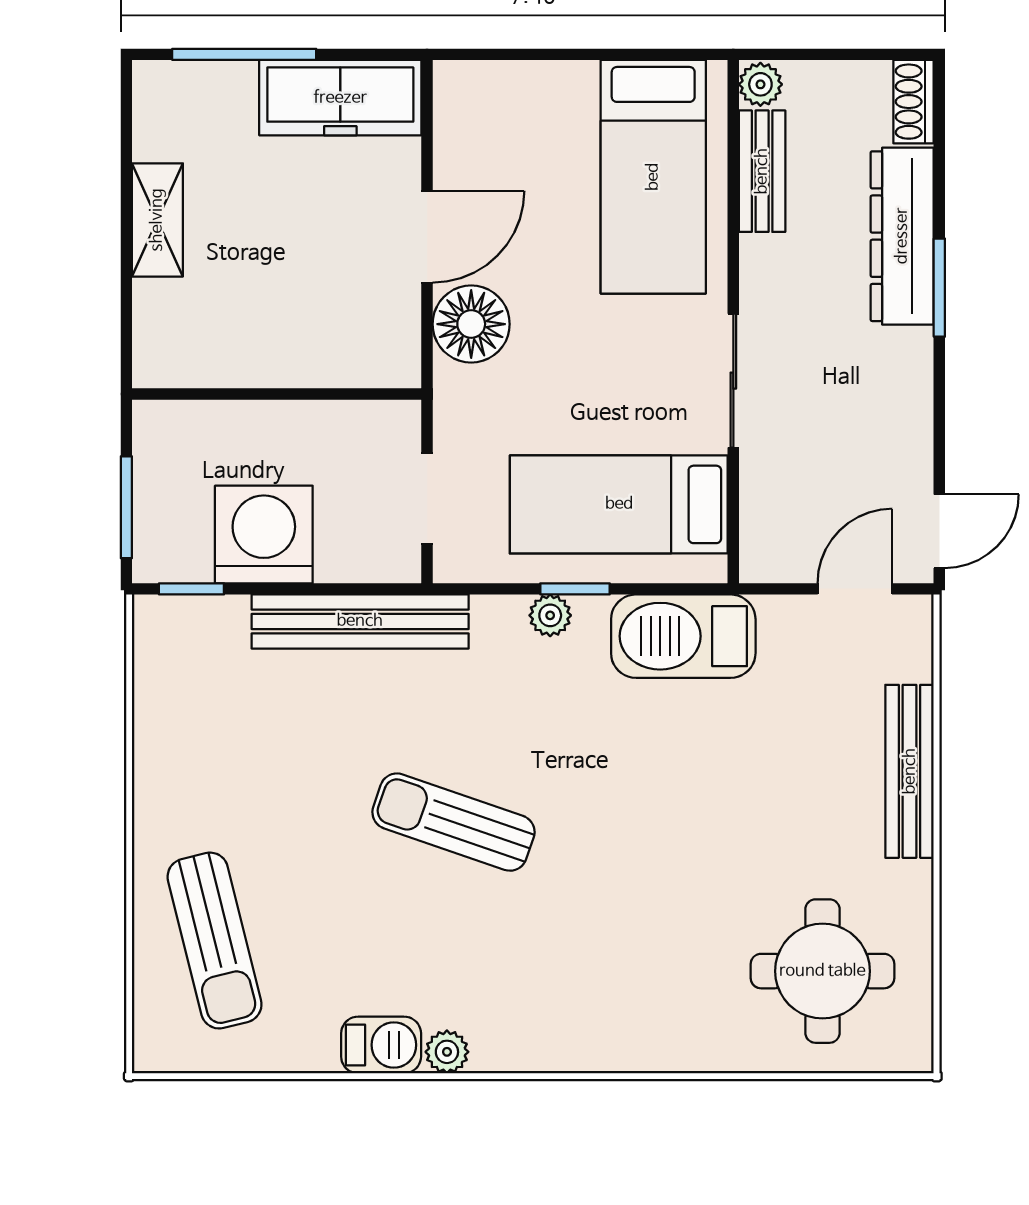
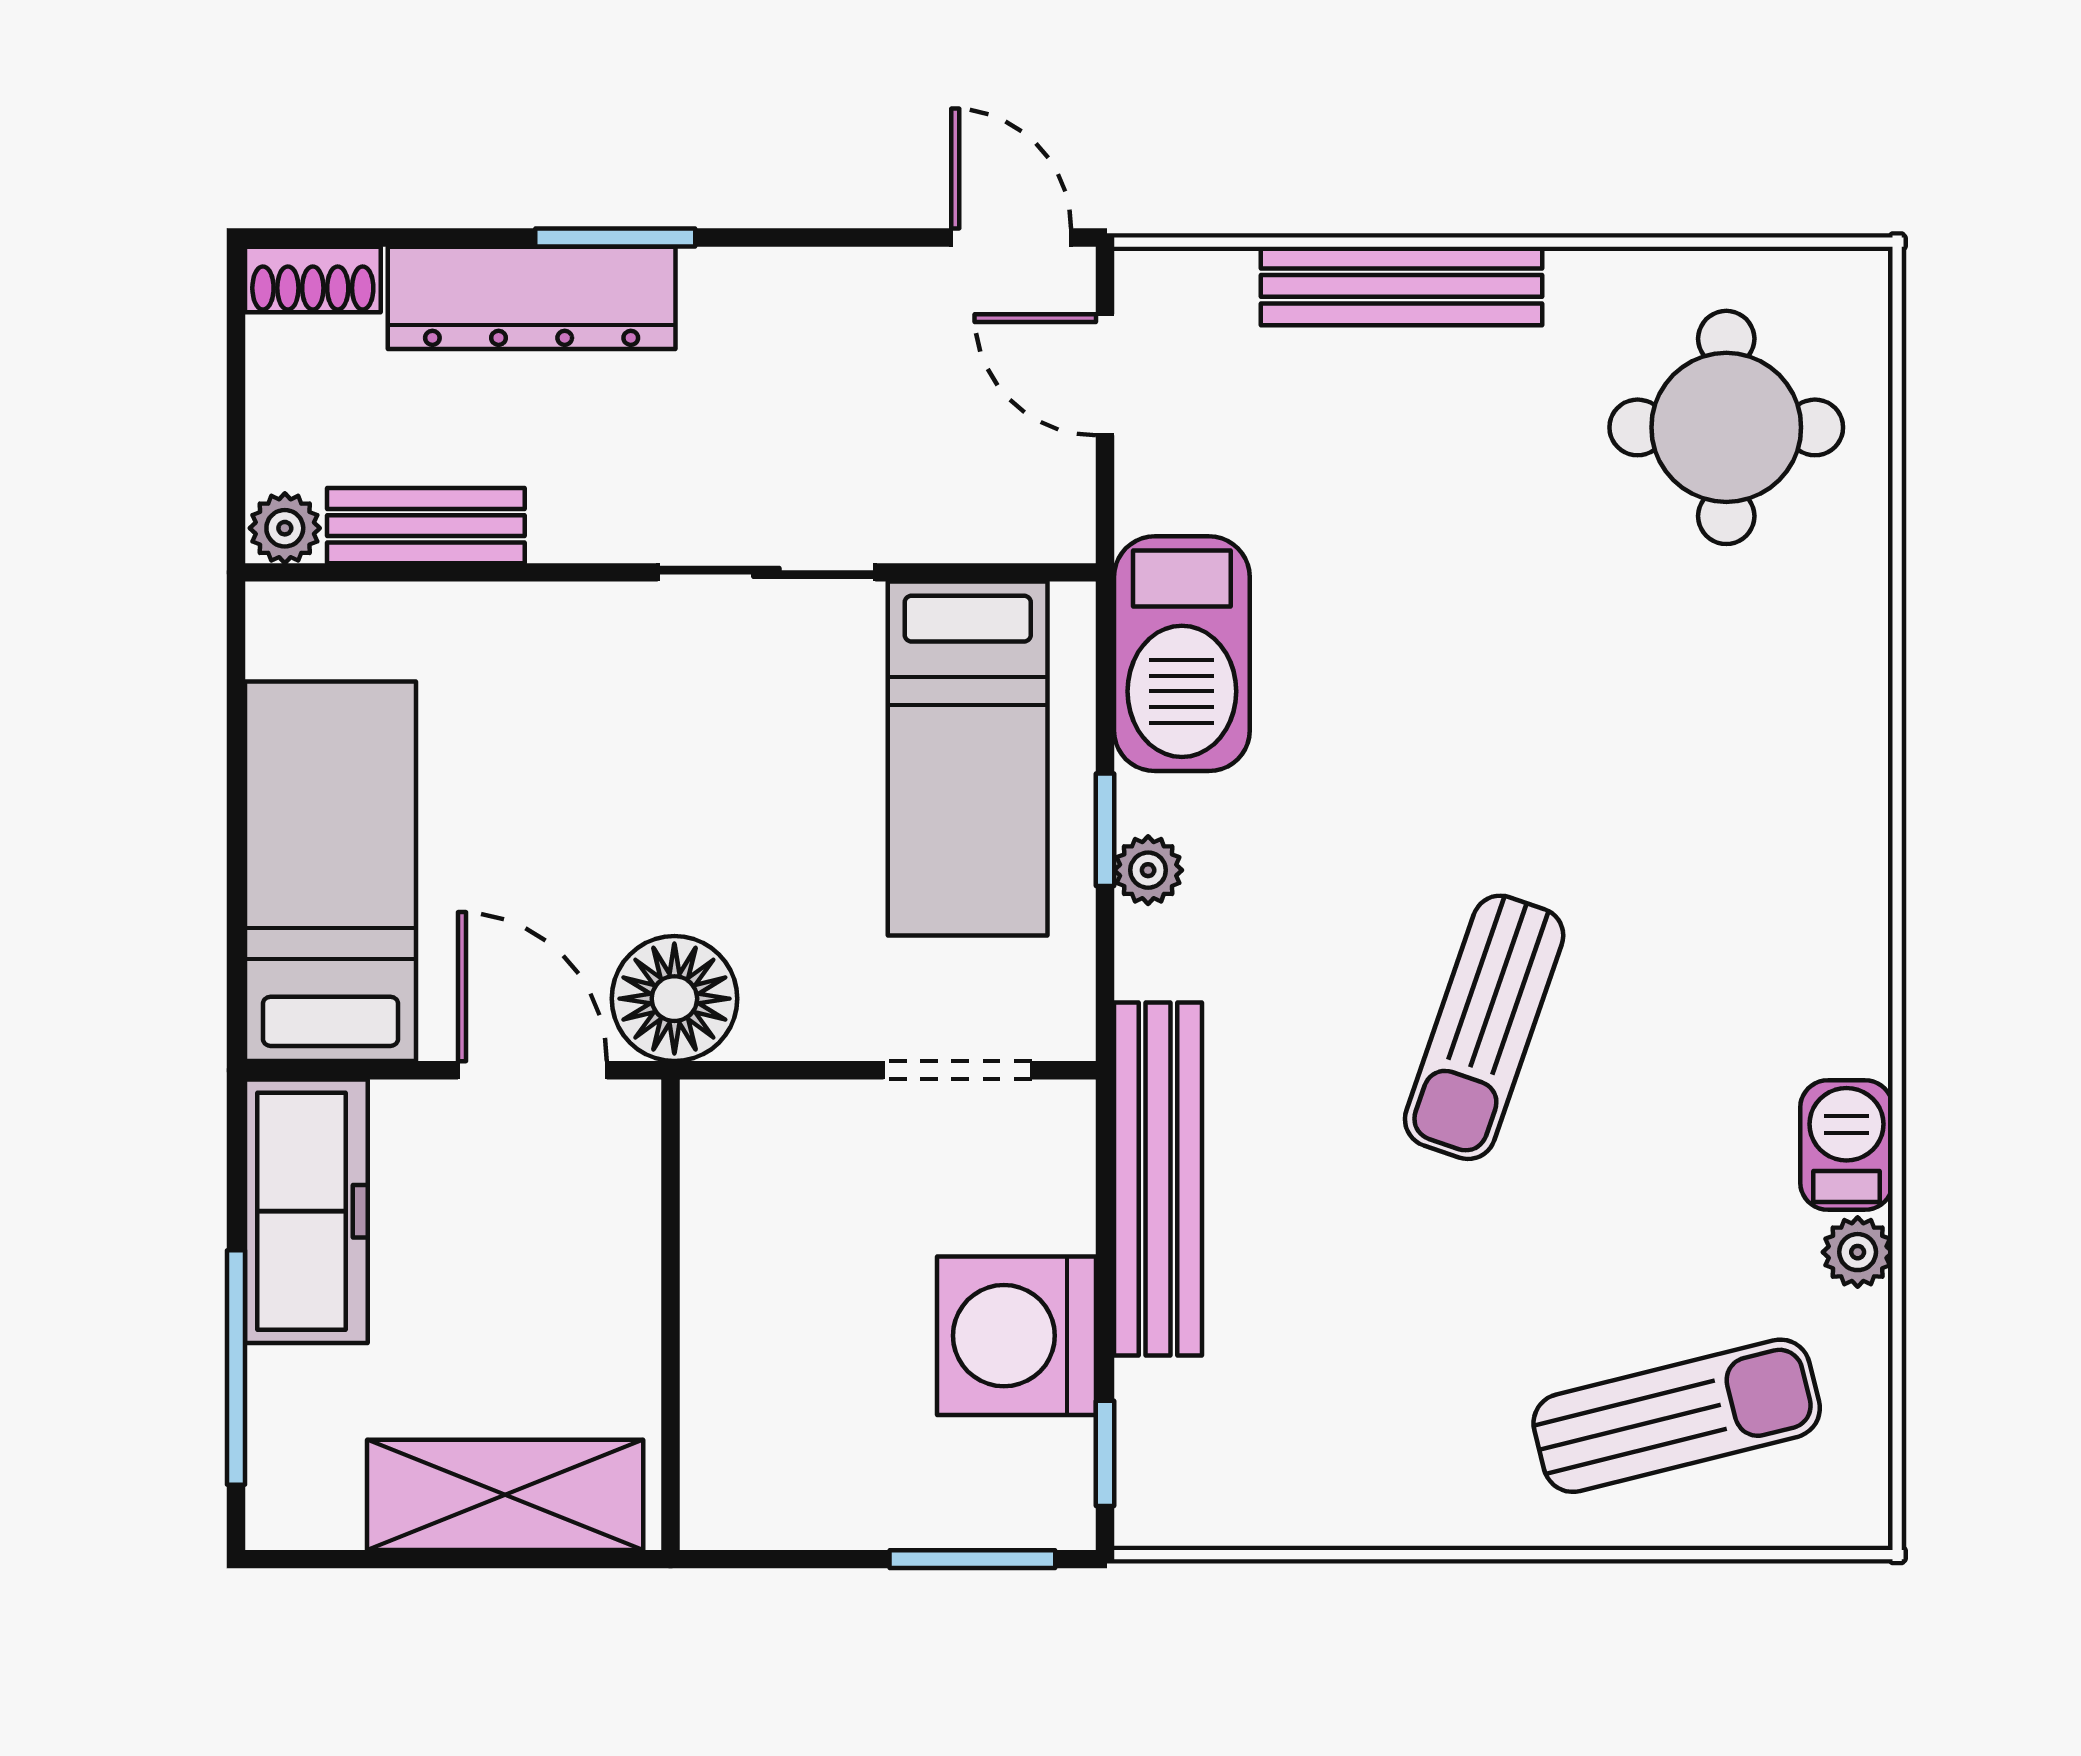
bed: (653, 177) -> (331, 871), moved, turned -90
shelving: (157, 220) -> (505, 1495), width x1.50, depth x1.33
wall: (277, 394) -> (671, 1315), moved
plant: (447, 1052) -> (1858, 1252), moved

